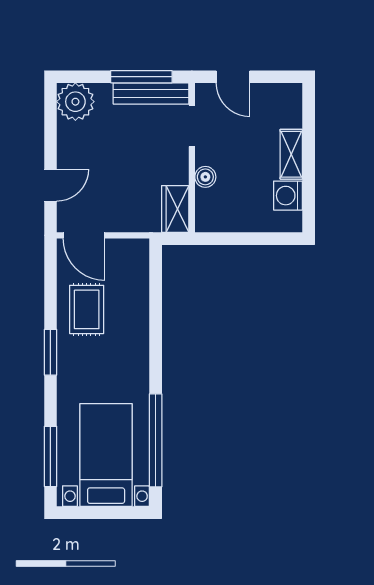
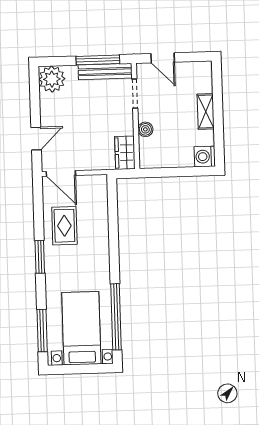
washing machine: (288, 196) -> (205, 157), moved

